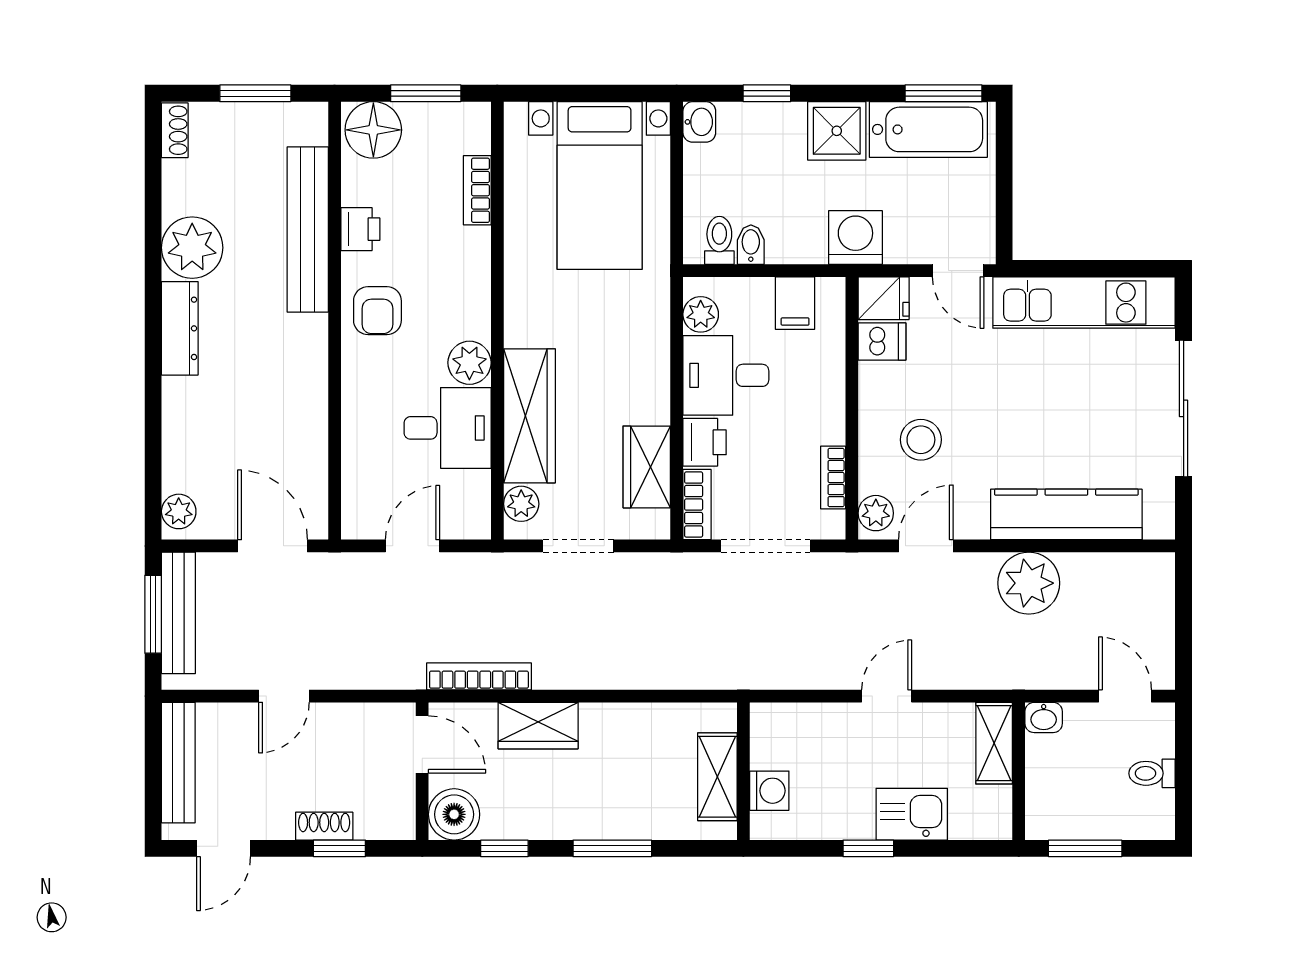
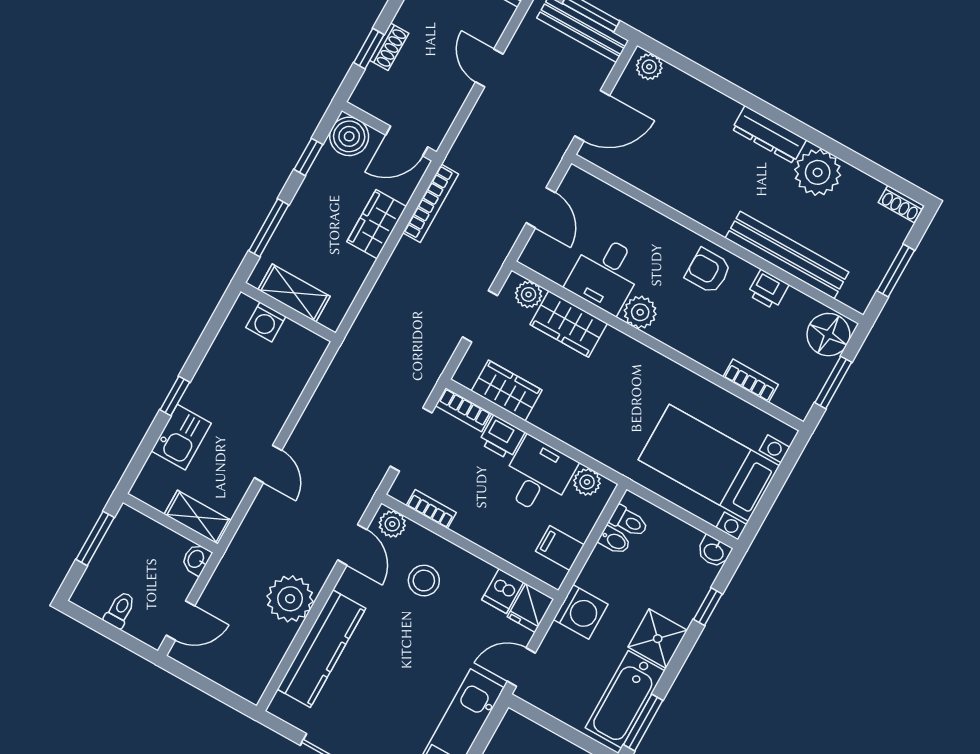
wardrobe: (529, 416) -> (569, 324), width x0.67
wall: (743, 771) -> (288, 312), moved
shelving: (717, 777) -> (294, 293), moved
washing machine: (769, 791) -> (266, 322), moved

